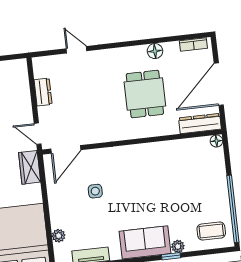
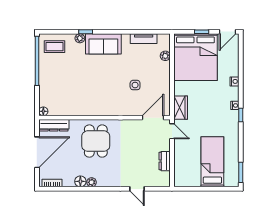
plant: (140, 52) -> (92, 182), added
dining table: (145, 94) -> (96, 141), moved

